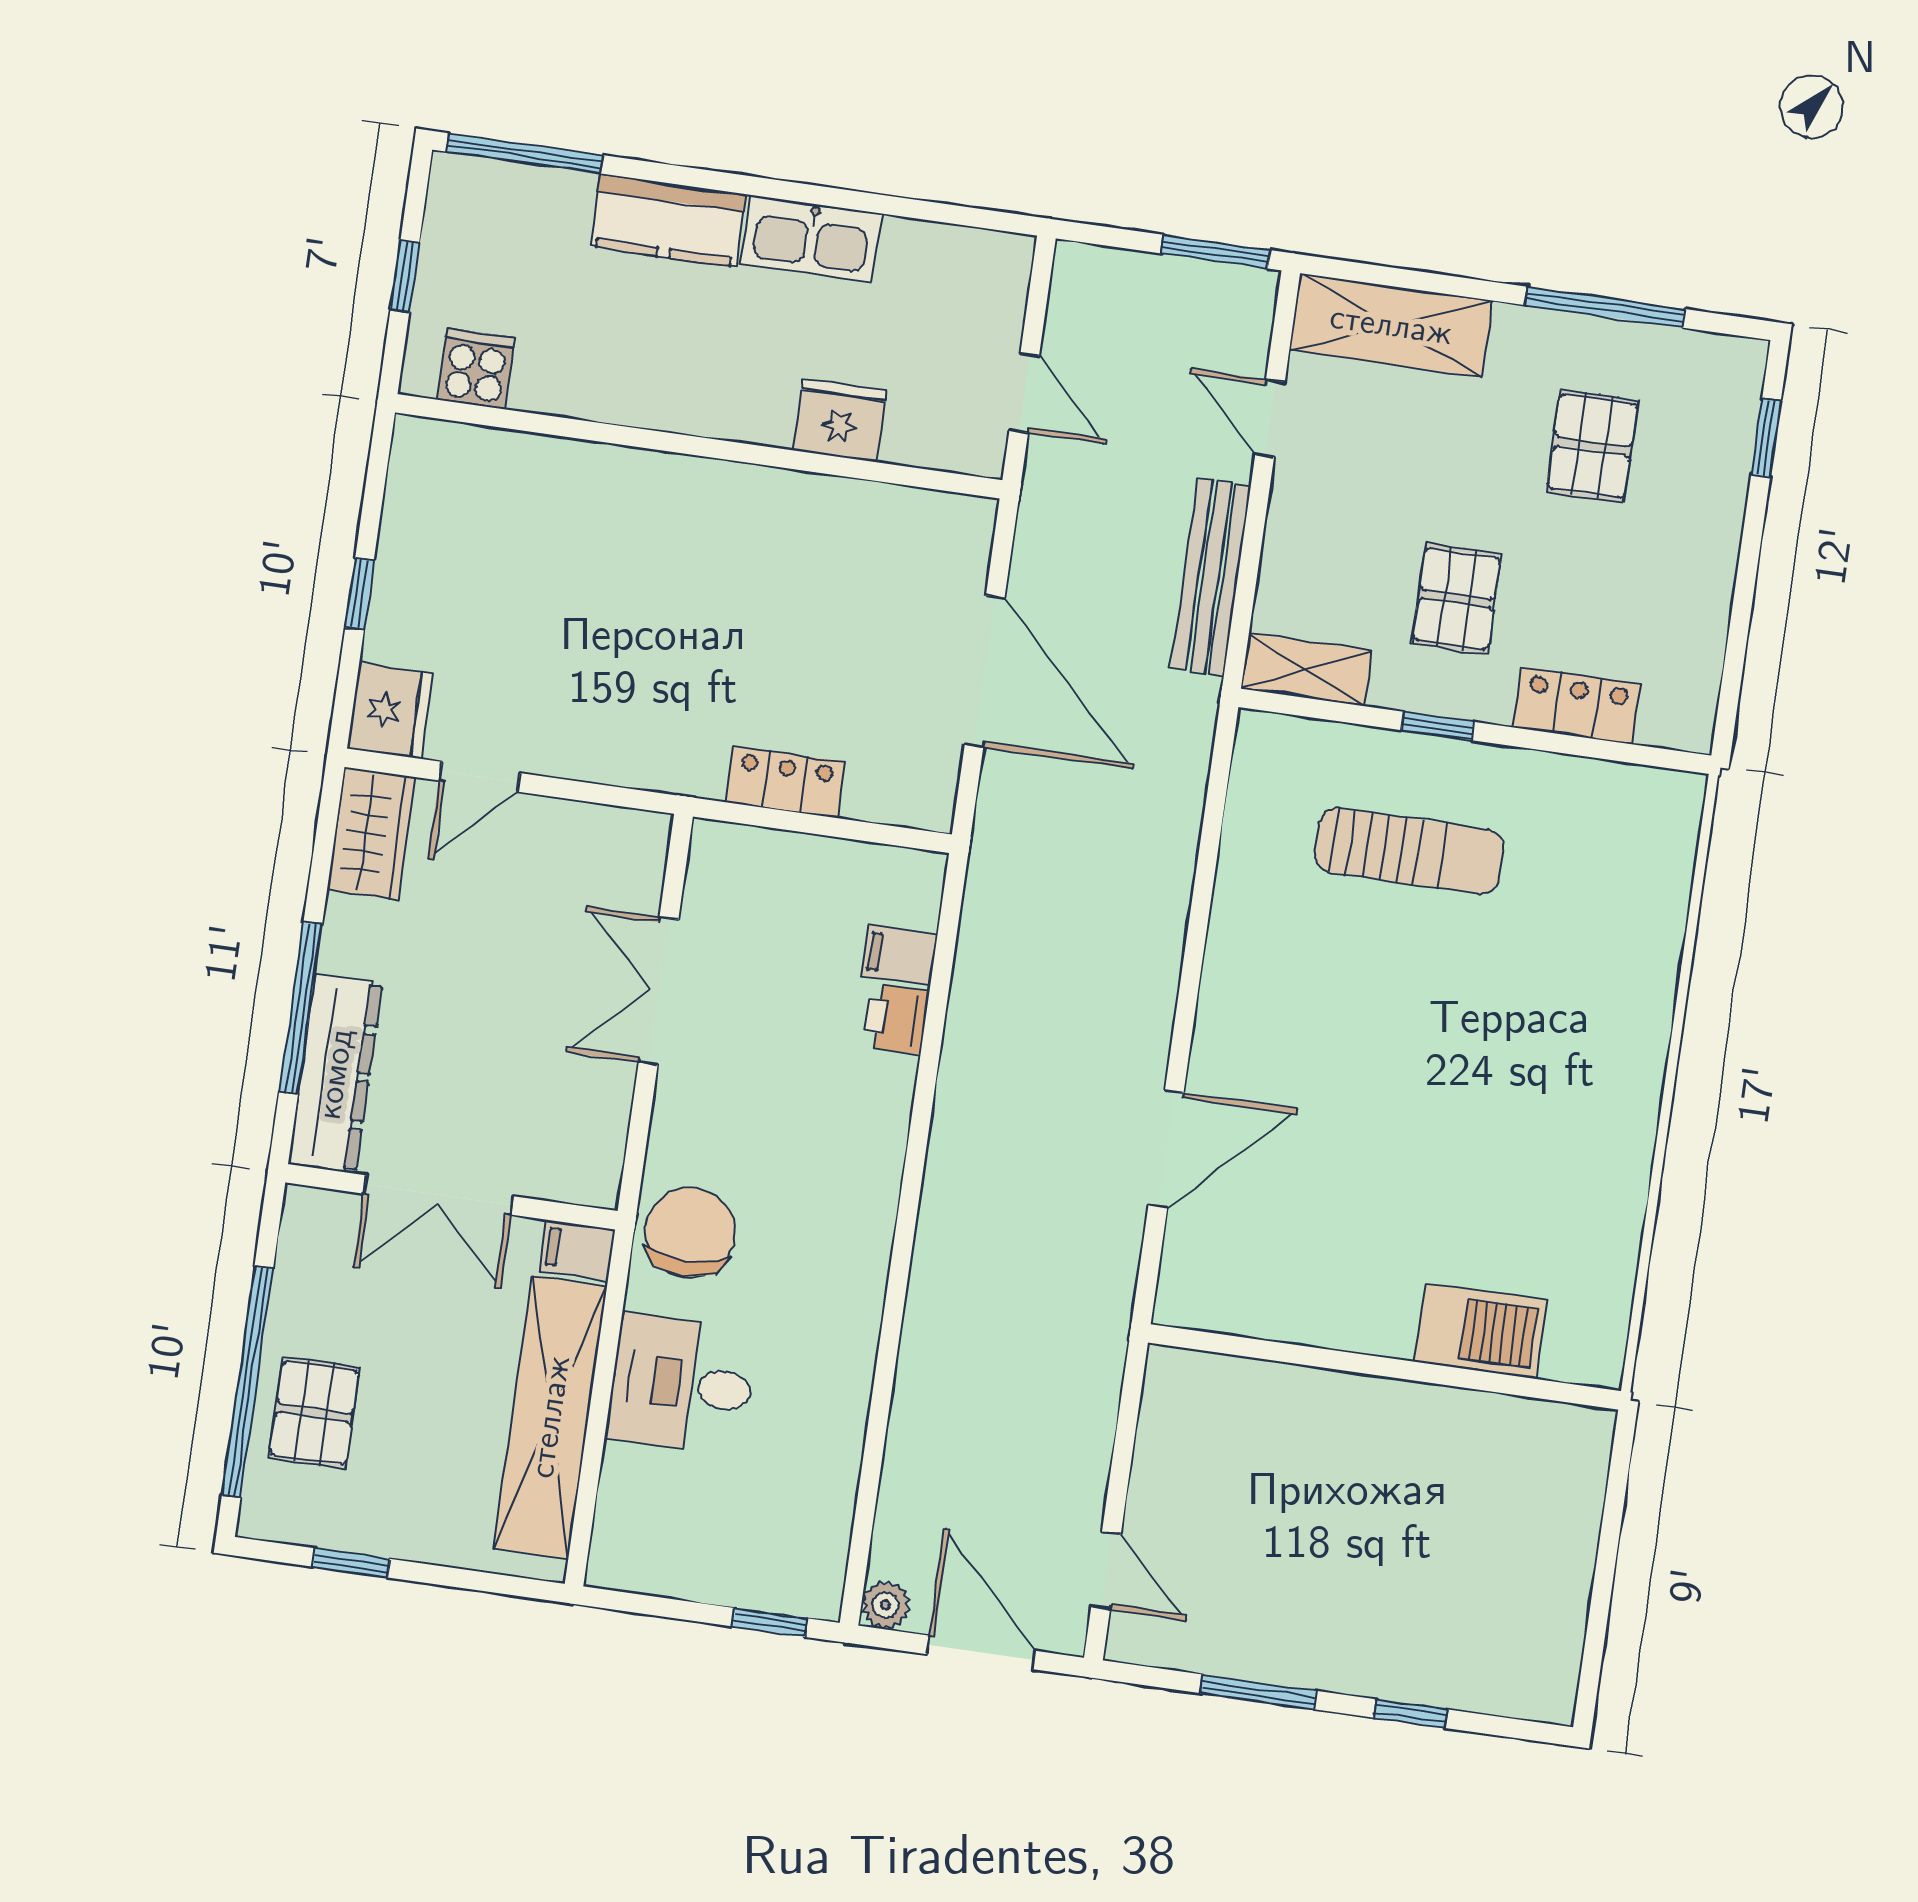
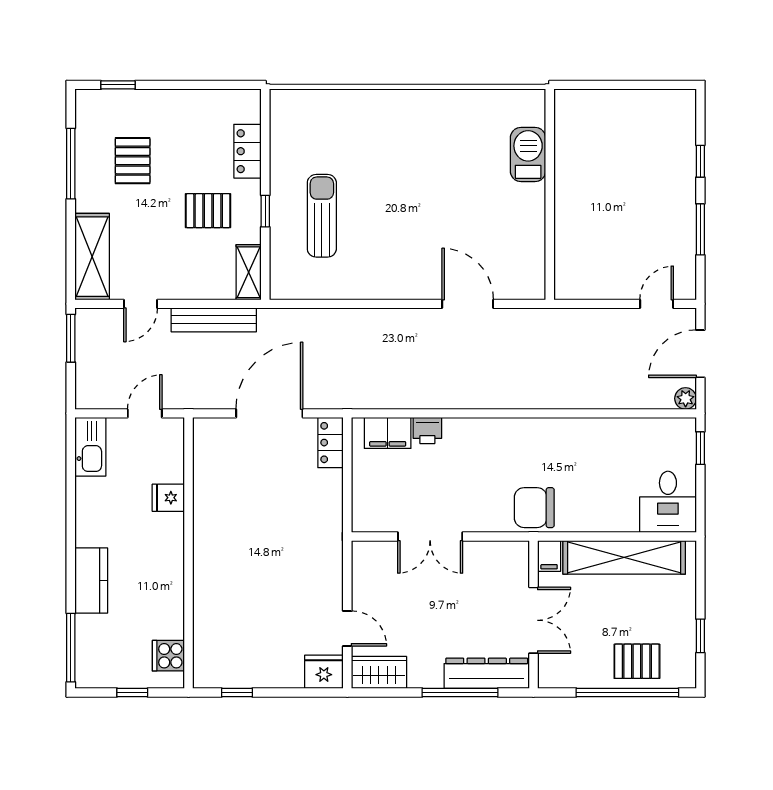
kitchen sink: (812, 239) -> (90, 447), moved
fridge: (840, 420) -> (168, 498), width x0.72
pallet: (1592, 446) -> (133, 161), turned 90
window: (360, 593) -> (237, 693), moved
locker: (785, 782) -> (330, 443), moved
filing cabinet: (900, 955) -> (388, 433), width x2.00
desk: (682, 1384) -> (668, 502), moved

